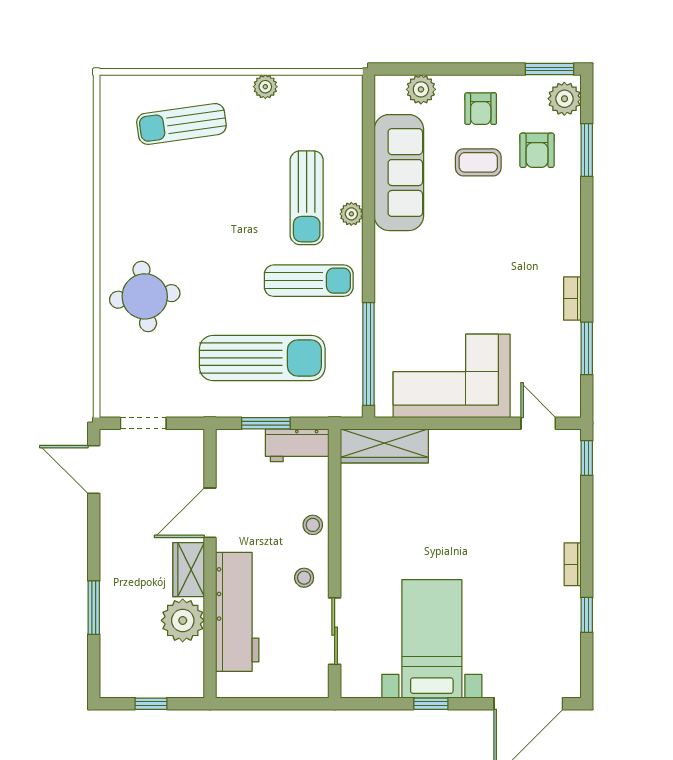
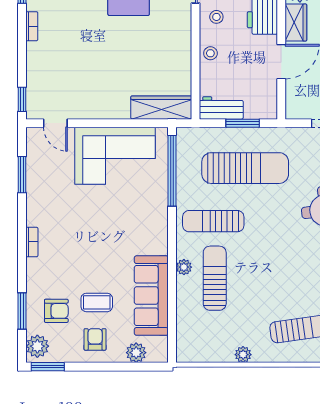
armchair: (537, 150) -> (56, 311), turned 90
bookcase: (572, 298) -> (32, 242), moved
sun lounger: (262, 358) -> (245, 168), turned 180

